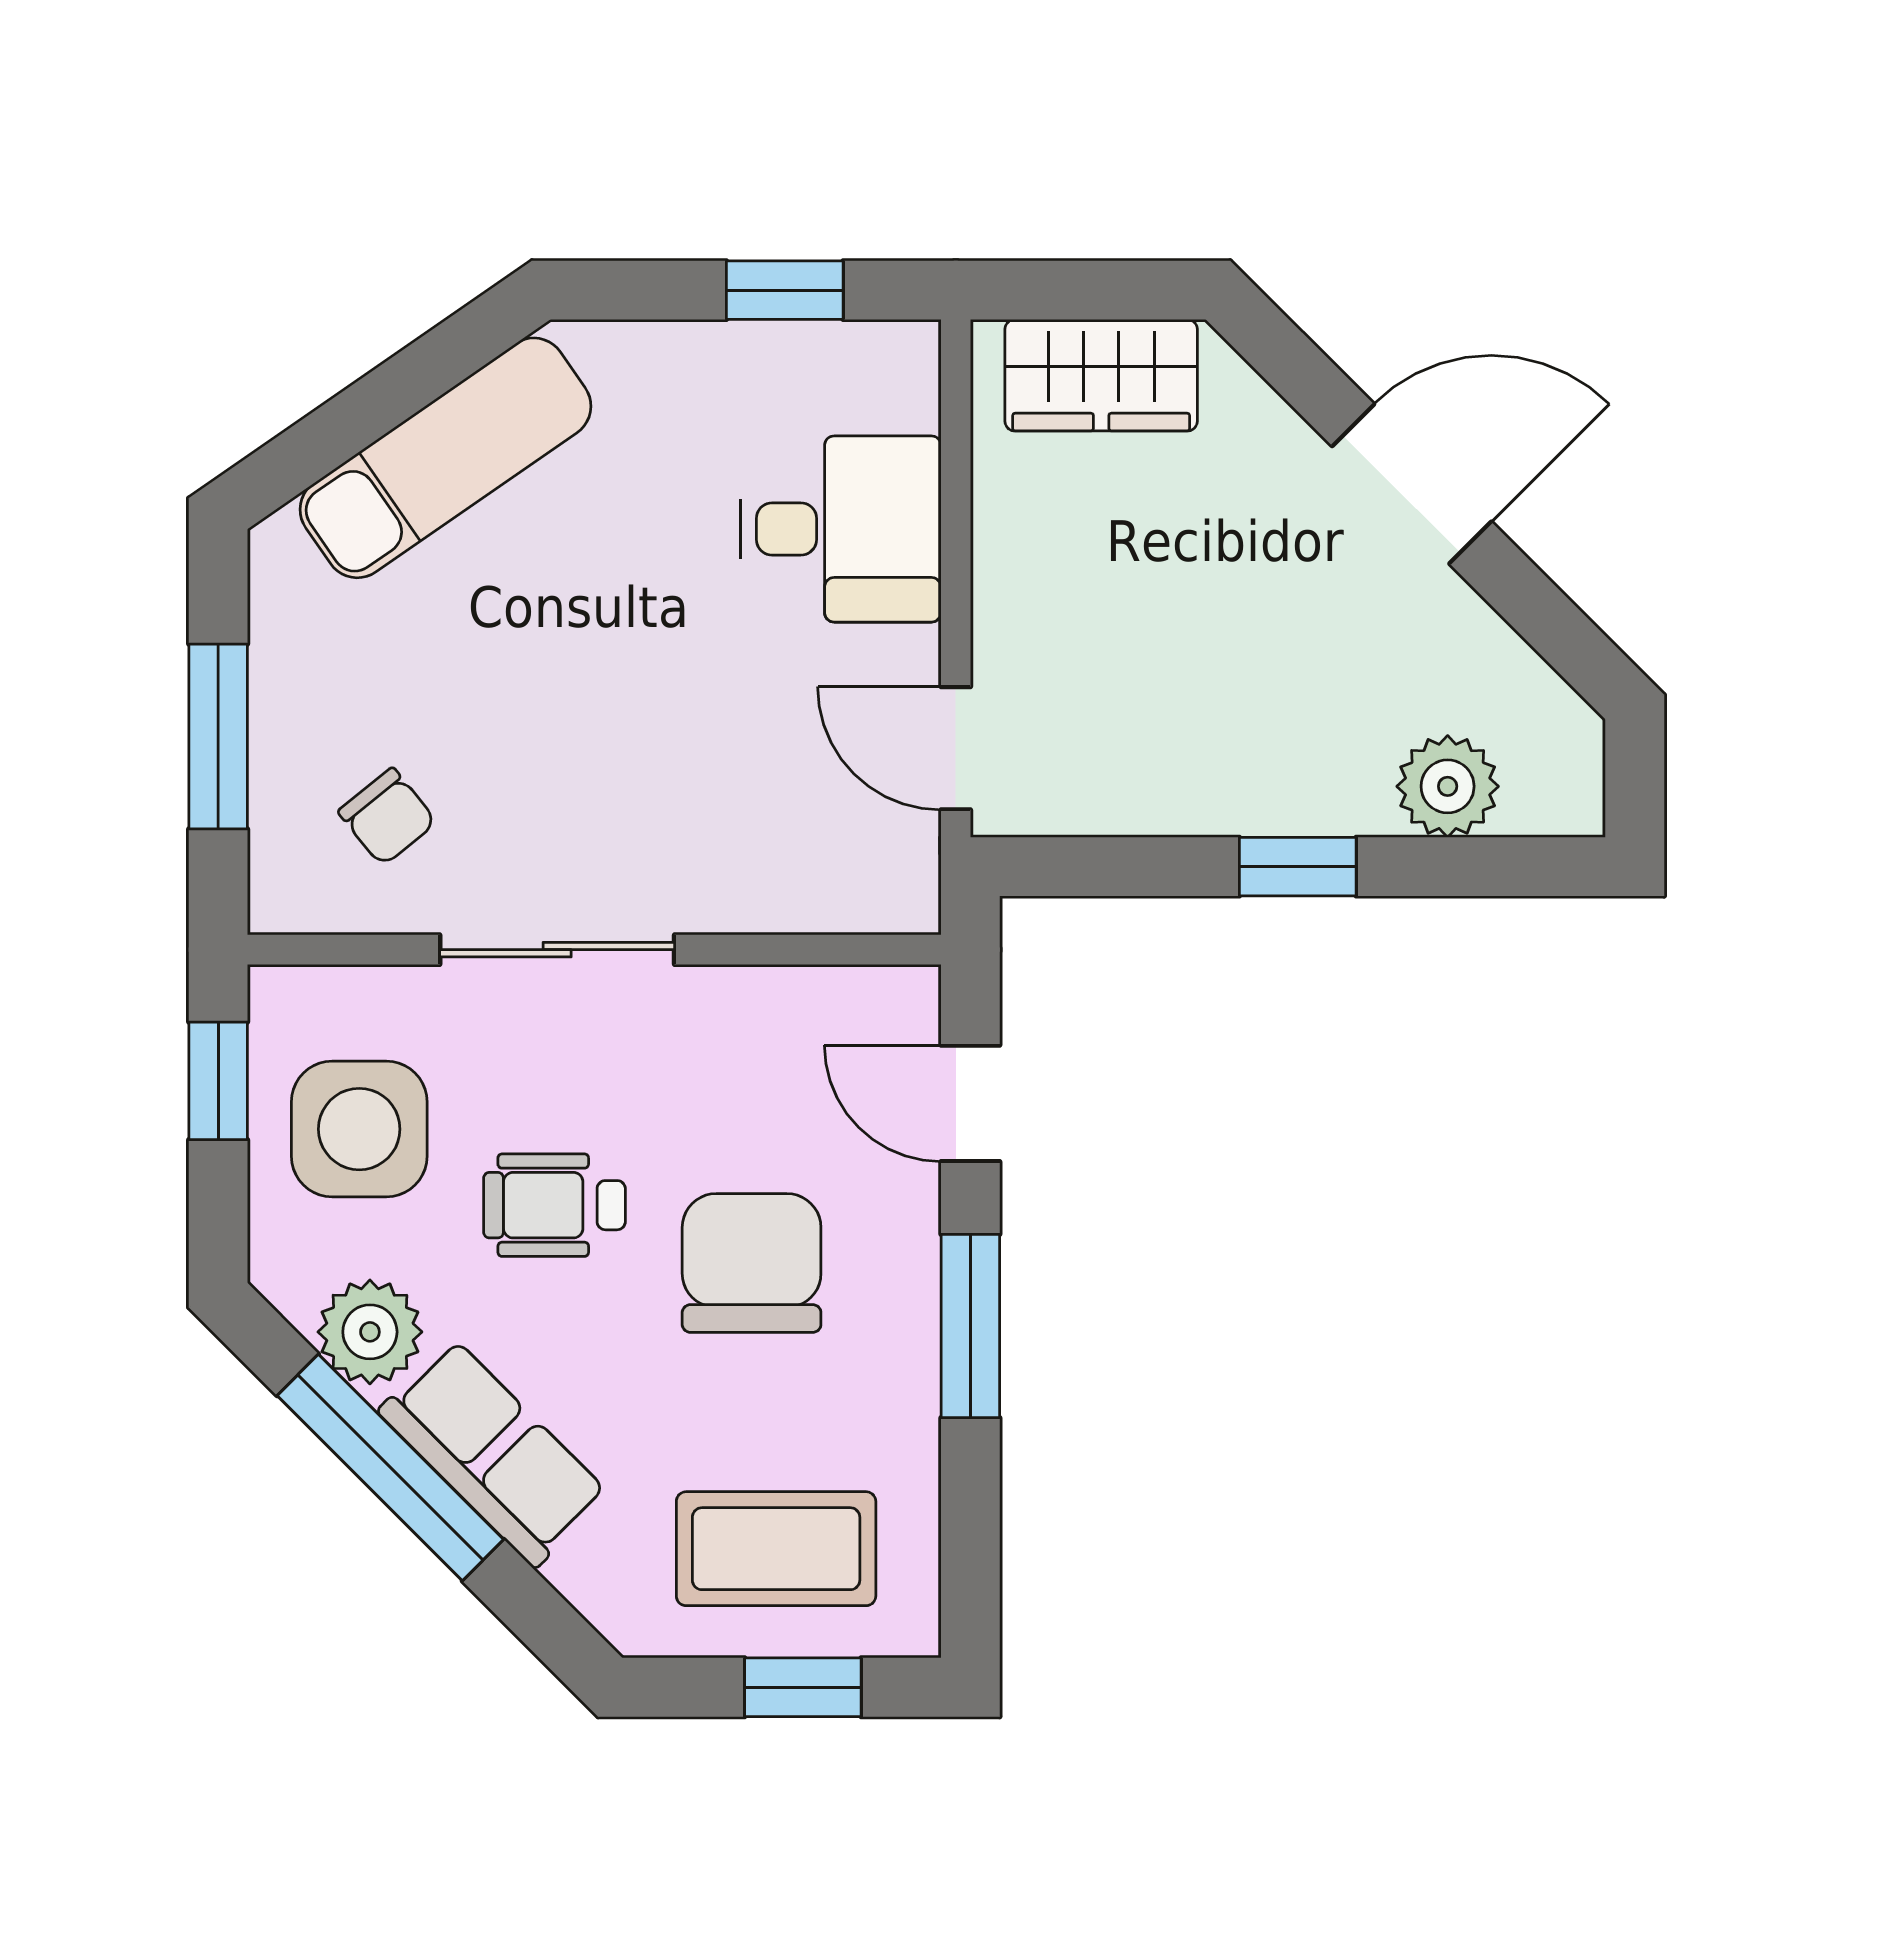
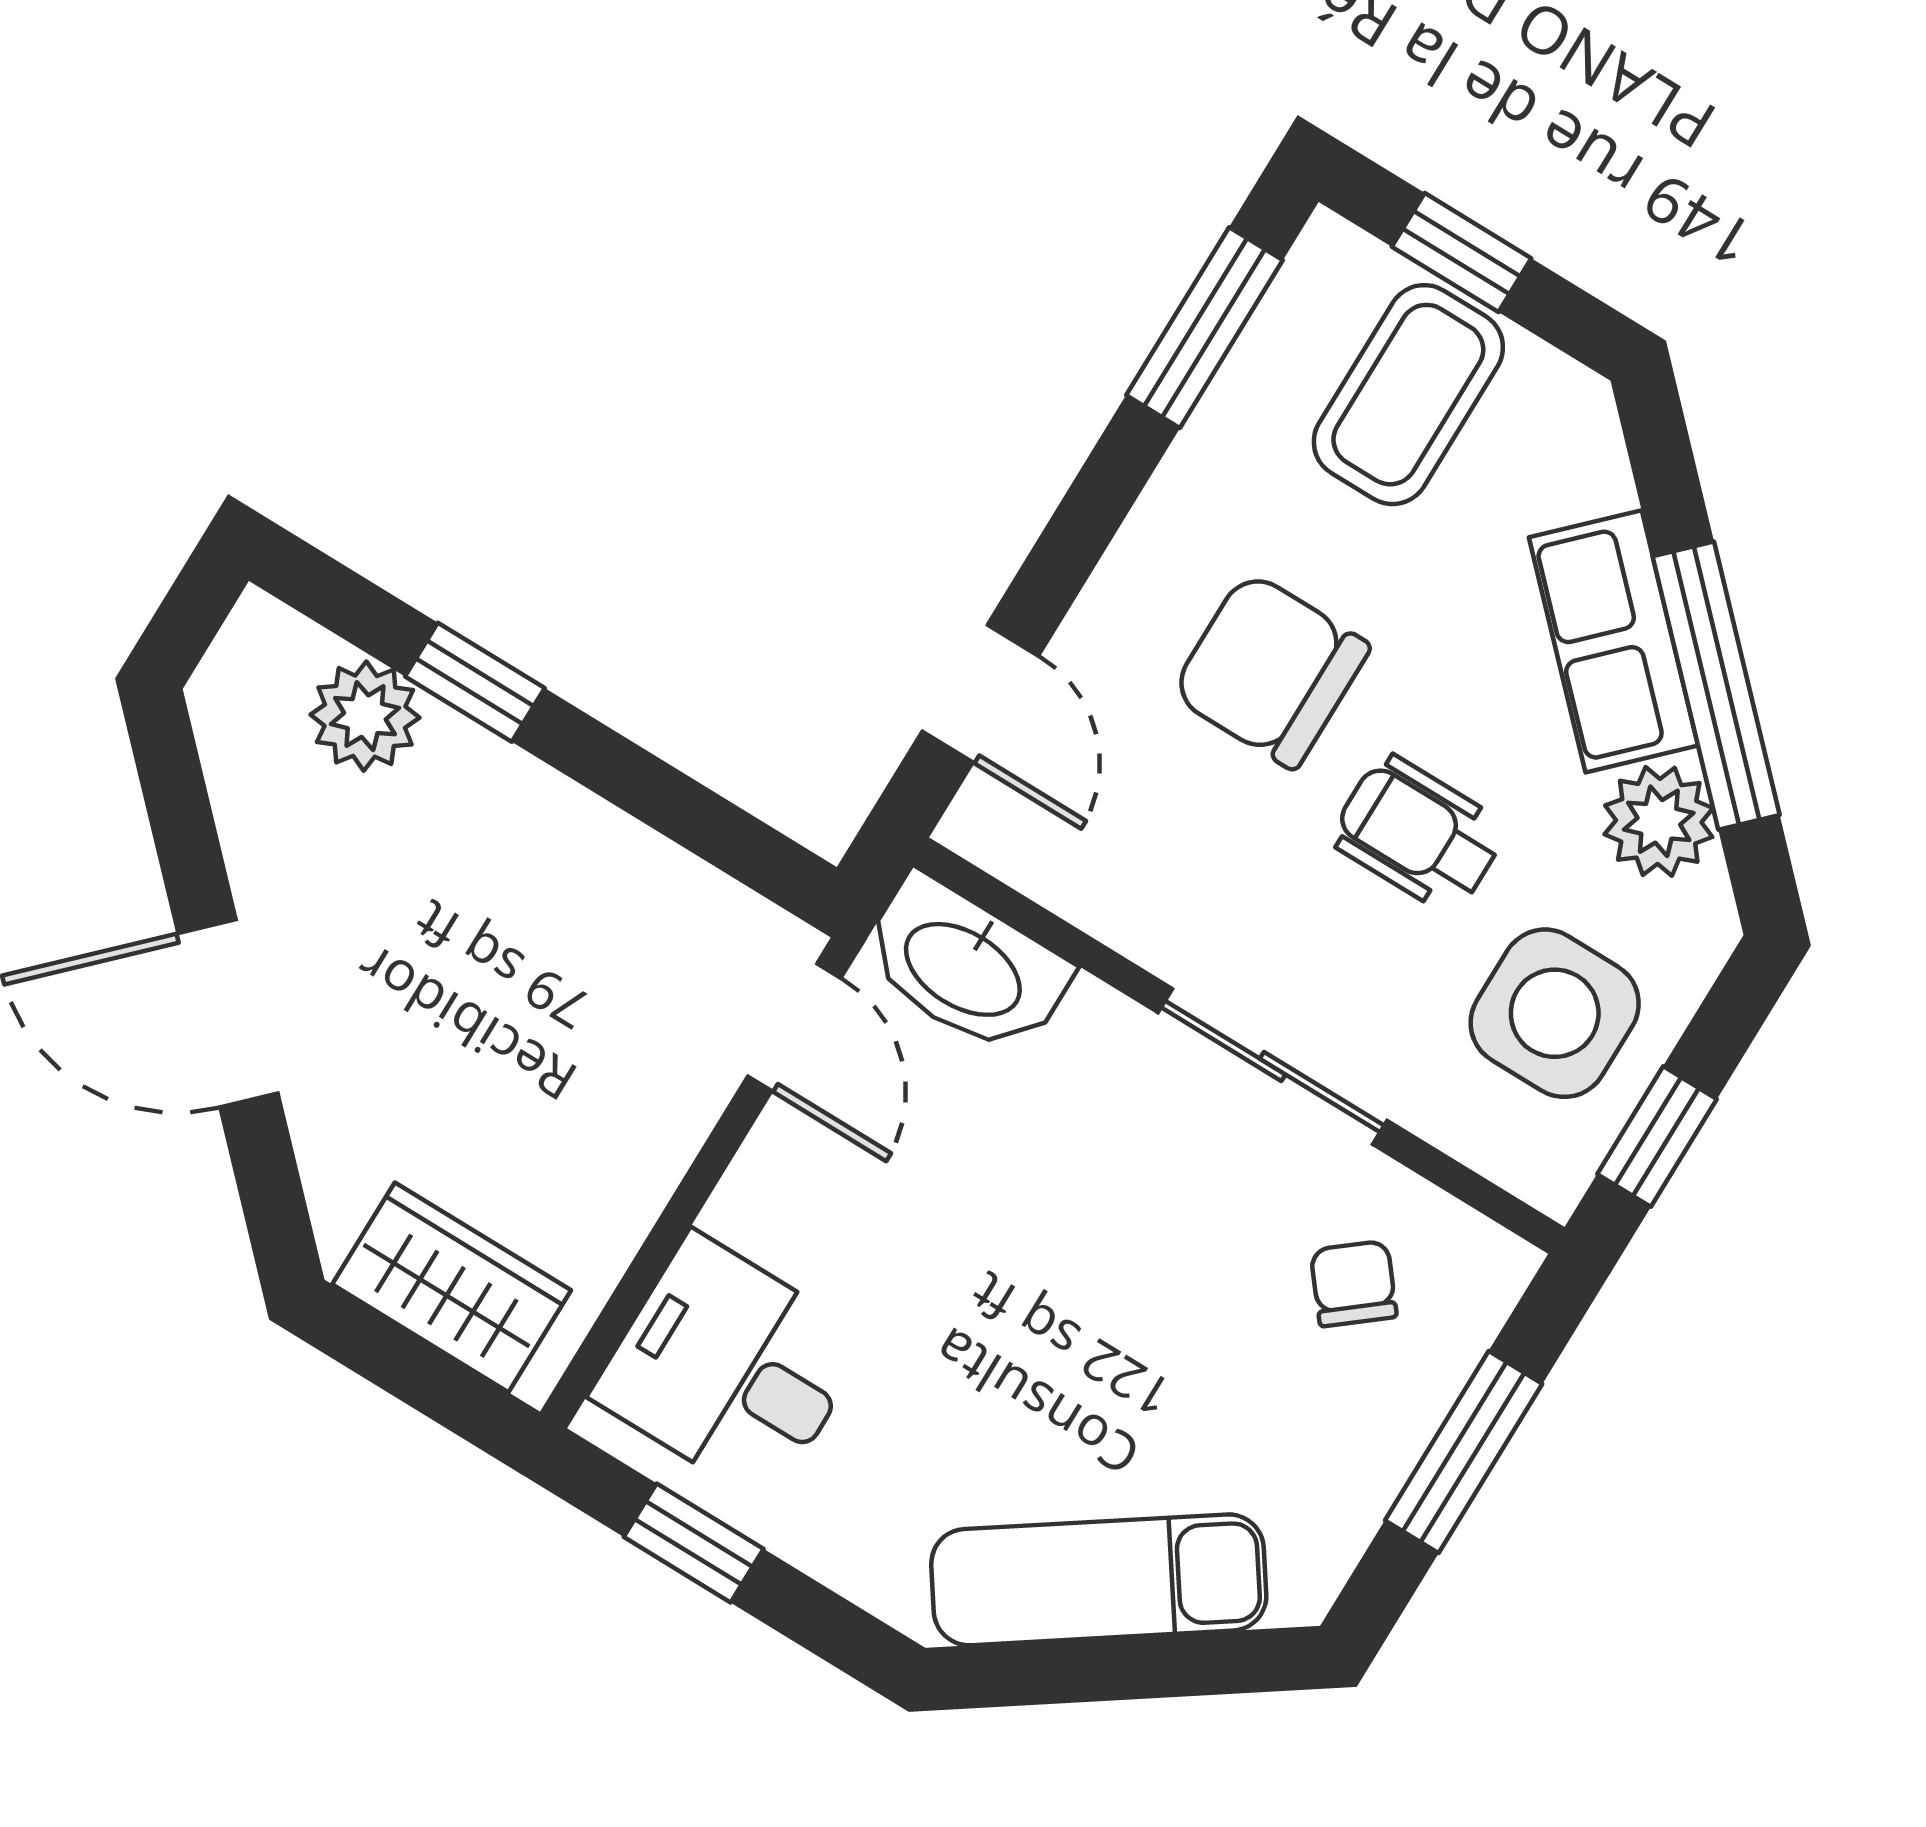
desk: (841, 529) -> (730, 1368), moved
window: (1298, 867) -> (475, 682), moved
washbasin: (850, 879) -> (965, 966), added
wheelchair: (555, 1205) -> (1418, 834), turned 180
chair: (752, 1263) -> (1270, 670), turned 90
window: (970, 1326) -> (1205, 328), moved
coffee table: (776, 1549) -> (1408, 395), turned 90

